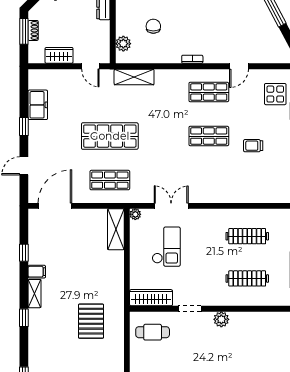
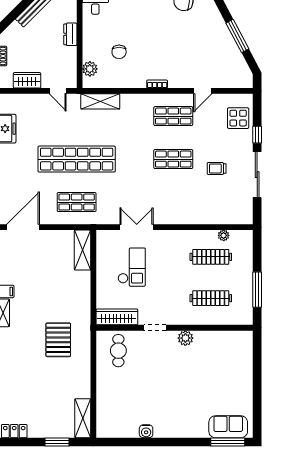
chair: (153, 26) -> (119, 52), turned 180
shop shelf: (110, 136) -> (77, 159), width x1.40
plant: (135, 214) -> (224, 235), moved
cafe table: (153, 332) -> (118, 351), turned 90

